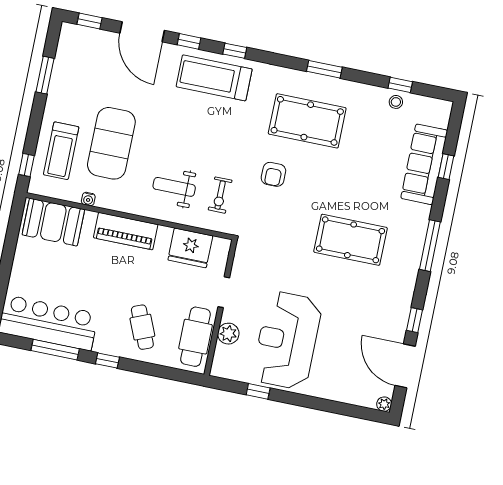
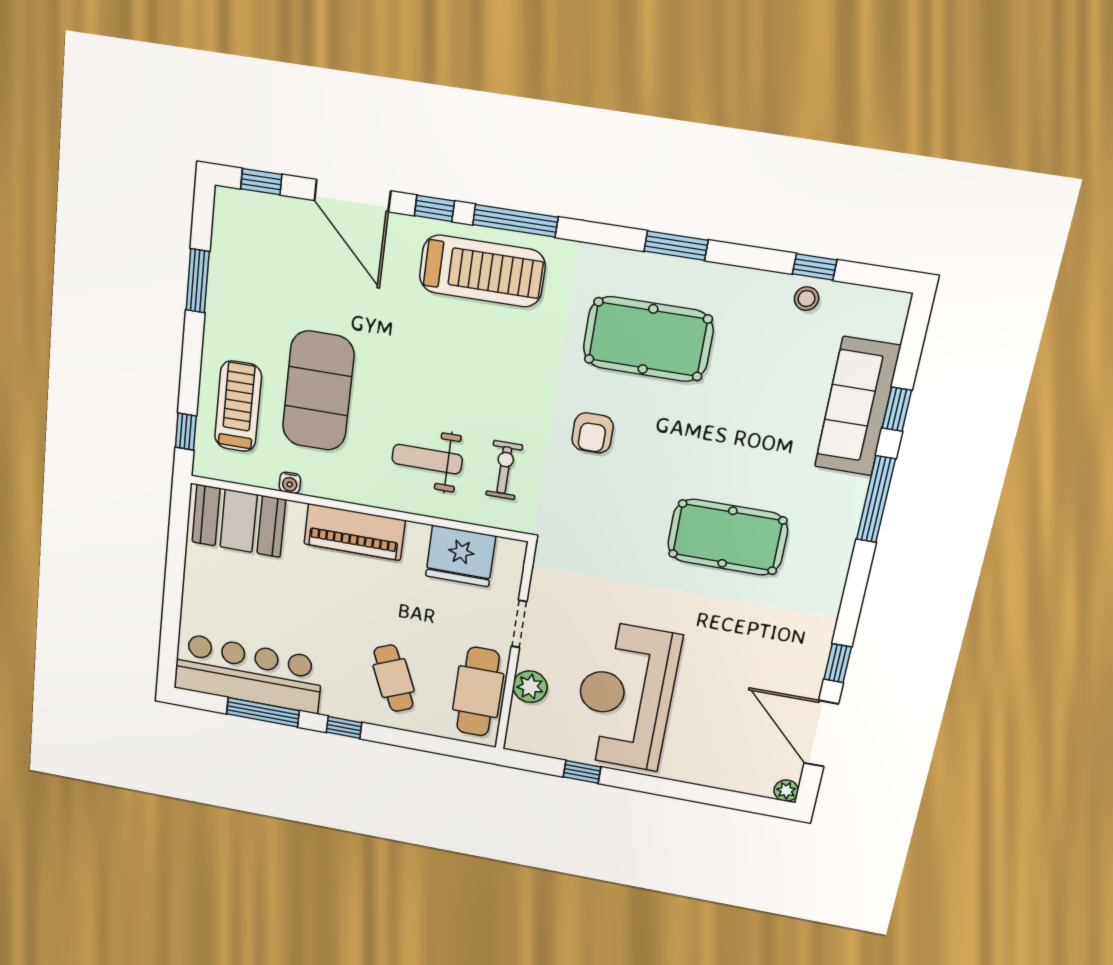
window: (235, 51) -> (515, 221), width x2.17
treadmill: (214, 78) -> (482, 271), turned 180
treadmill: (61, 151) -> (238, 406), turned 180
exercise bike: (220, 195) -> (504, 470), turned 180
window: (430, 246) -> (876, 499), moved

